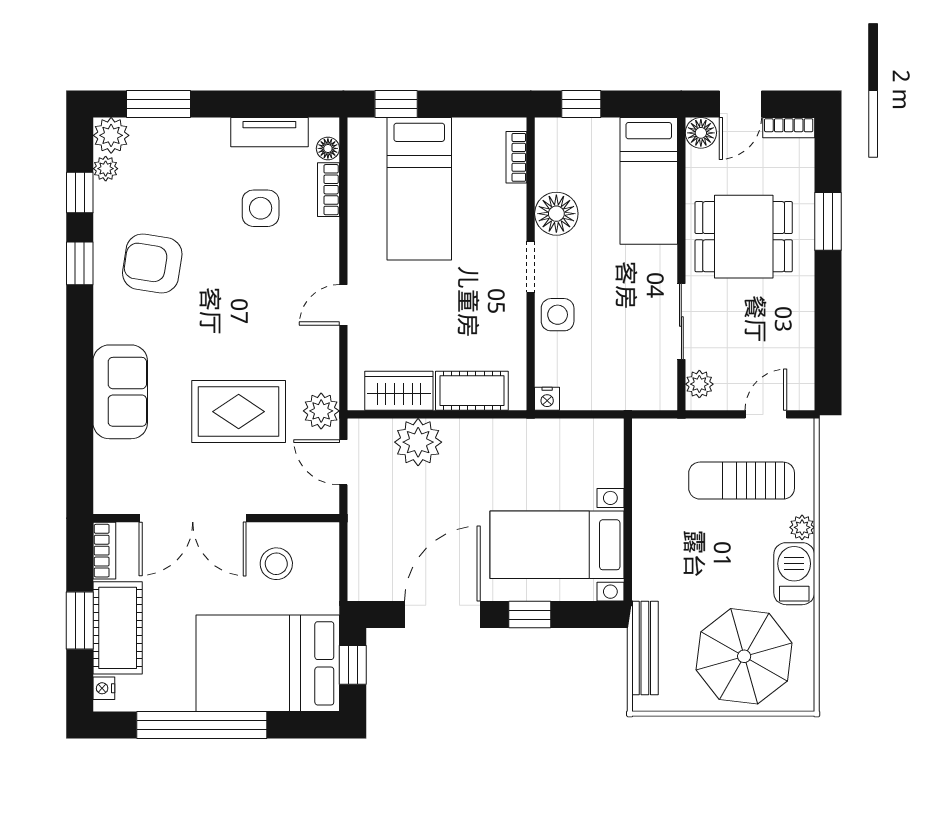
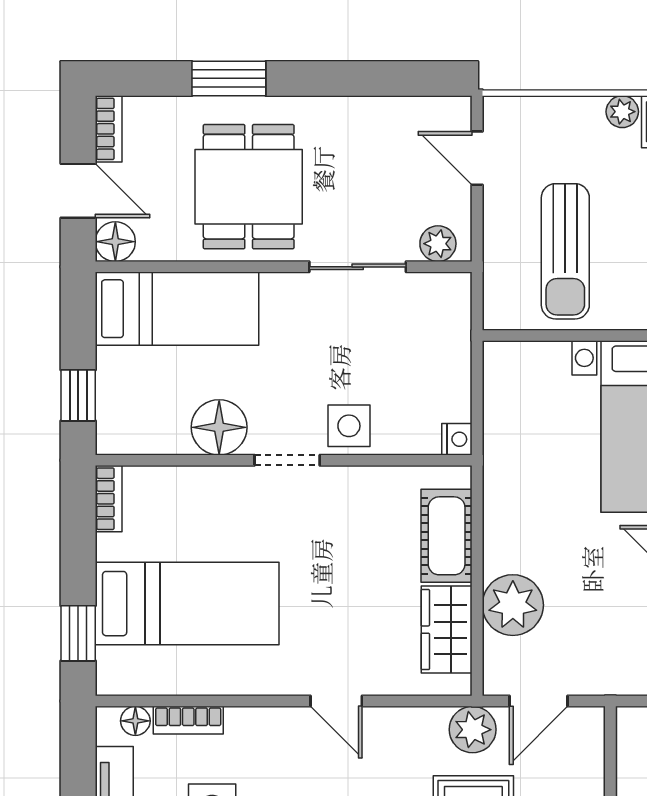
bookcase: (516, 157) -> (109, 499), moved, turned -90
sun lounger: (742, 481) -> (565, 251), moved

